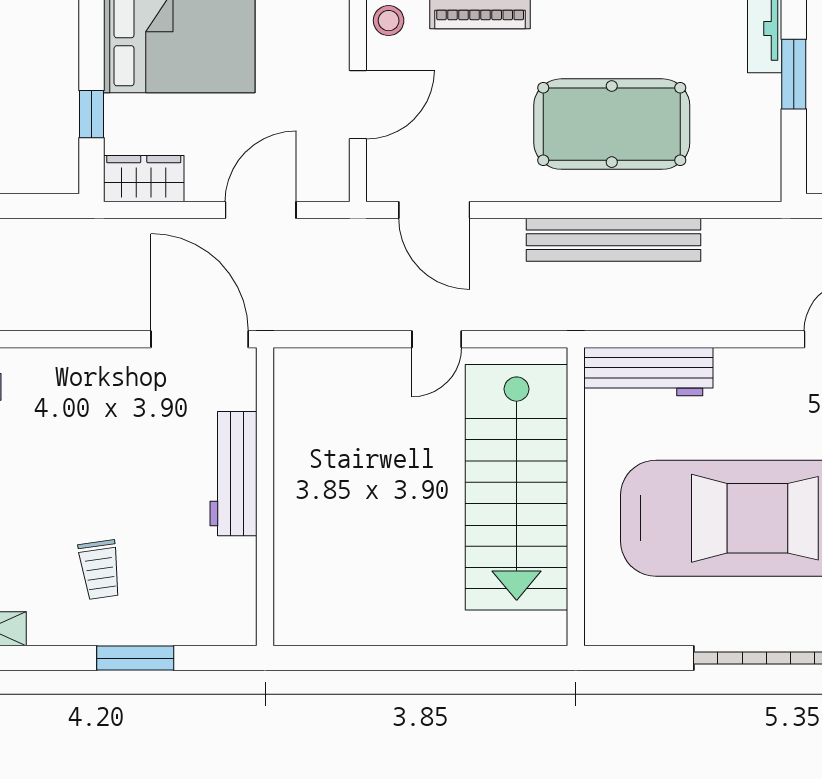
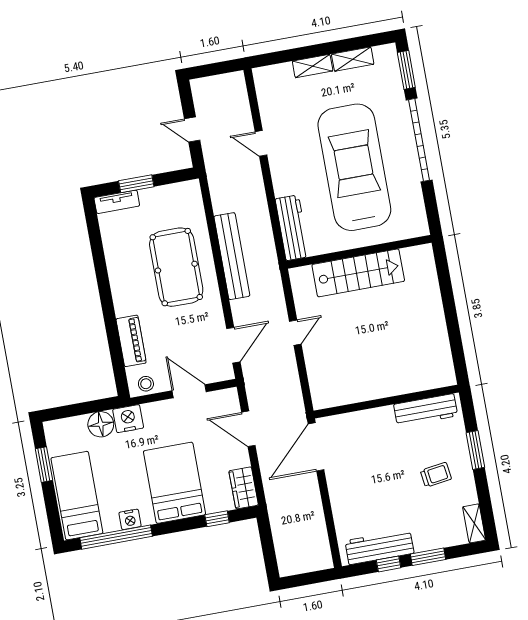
door: (437, 339) -> (295, 333), hinge flipped
workbench: (234, 474) -> (426, 410), moved
stairs: (517, 487) -> (358, 273), width x0.73, depth x0.66

